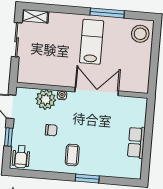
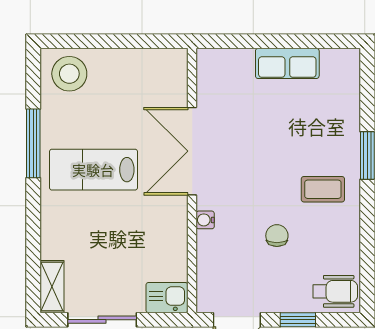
kitchen sink: (25, 73) -> (167, 298), added
plant: (46, 100) -> (217, 252), removed

